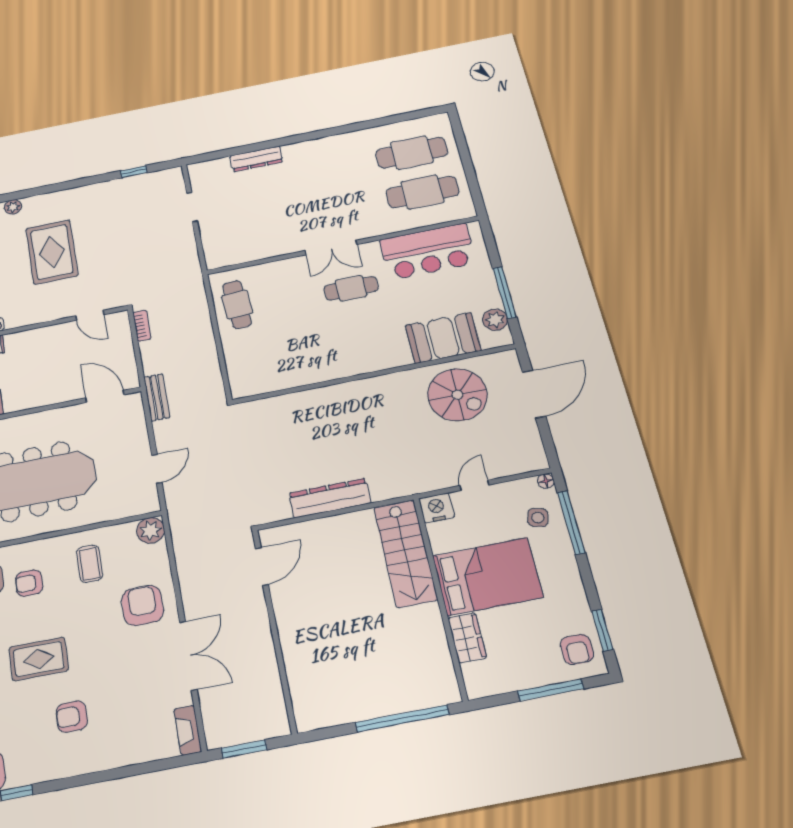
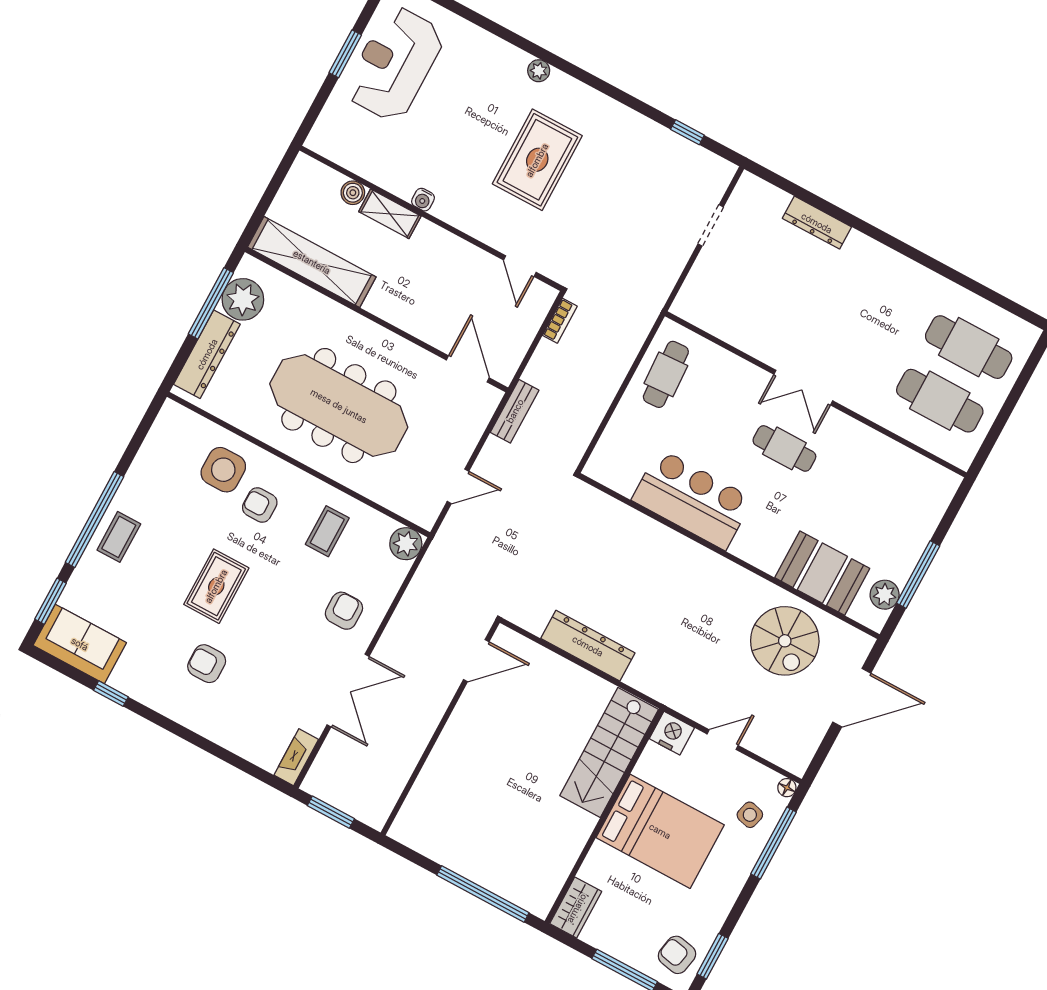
bar counter: (428, 251) -> (692, 499), moved, turned 180
armchair: (142, 605) -> (344, 611), width x0.72, depth x0.72
wardrobe: (467, 638) -> (576, 908), moved
armchair: (577, 649) -> (677, 955), turned 101
rug: (39, 659) -> (216, 586), turned 90

